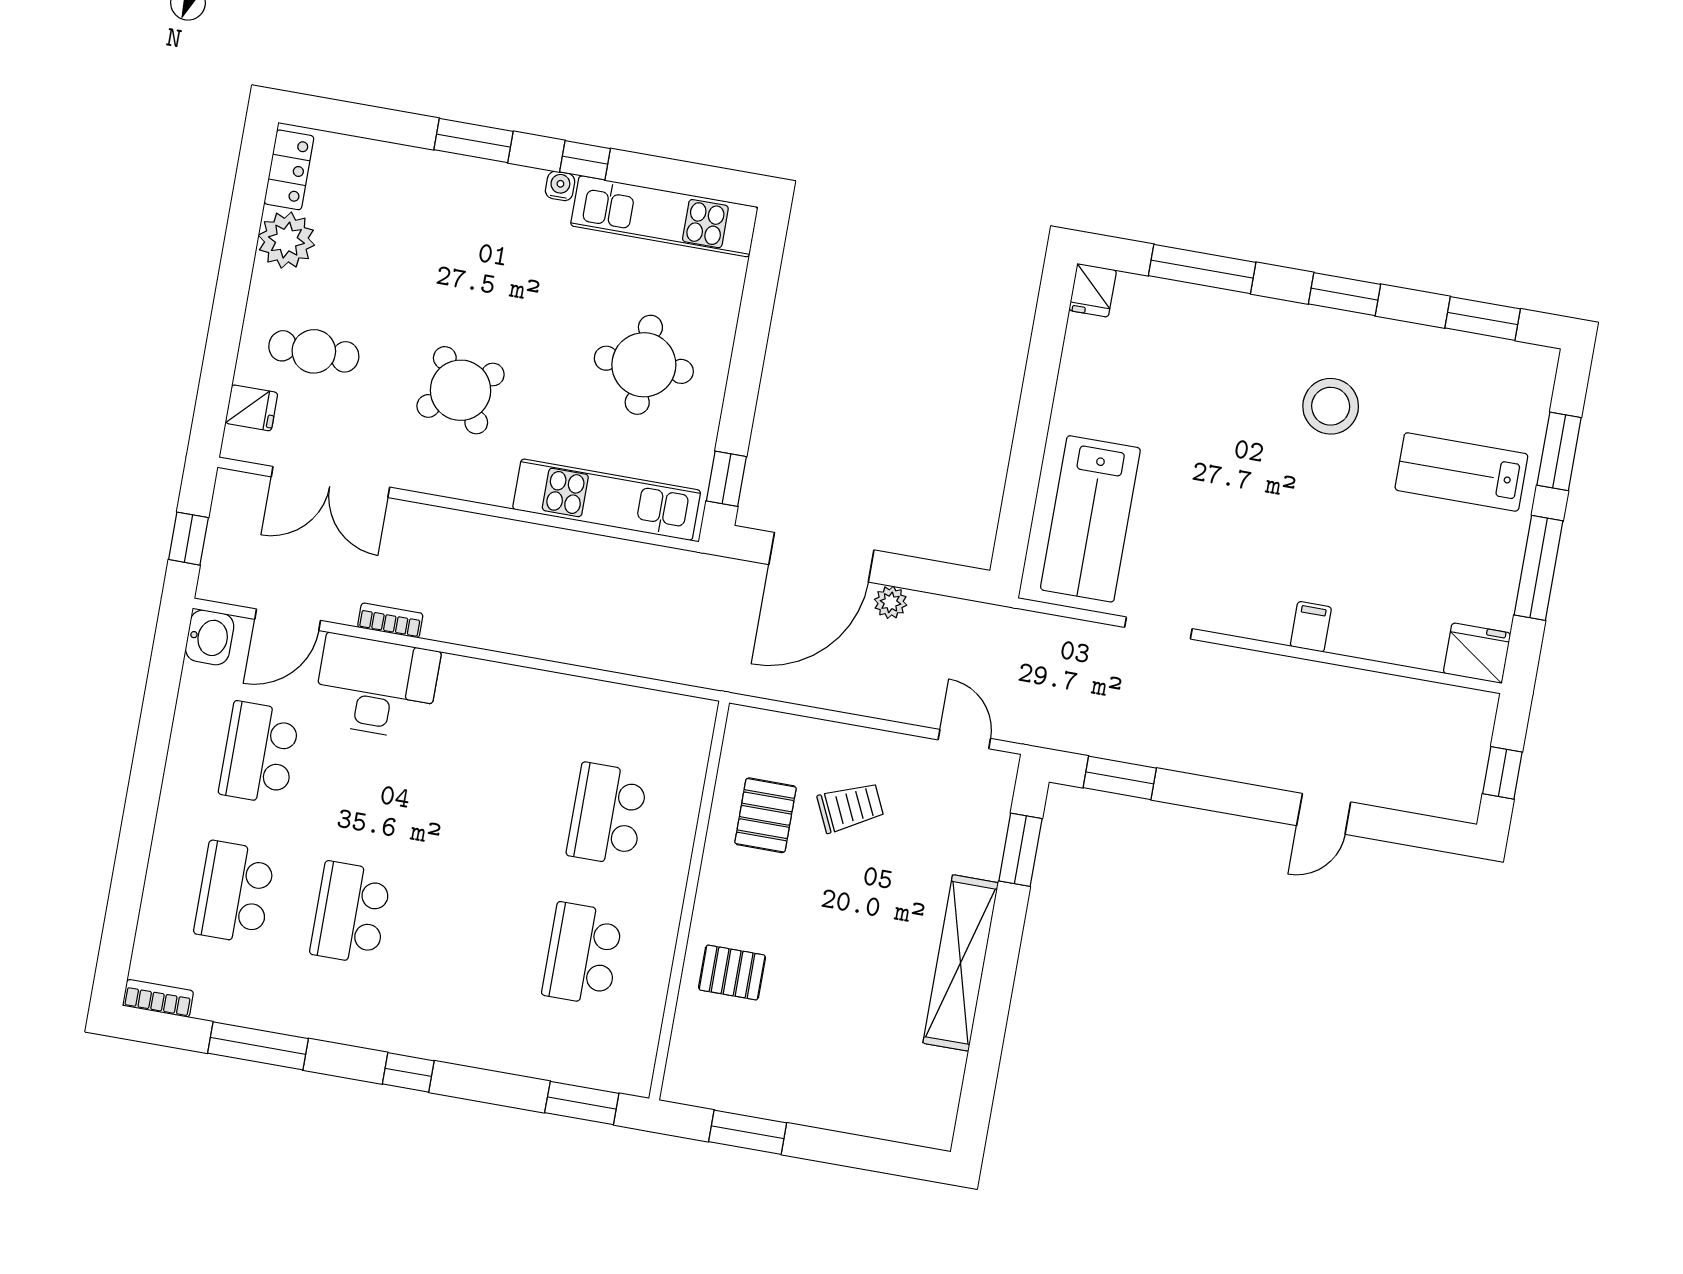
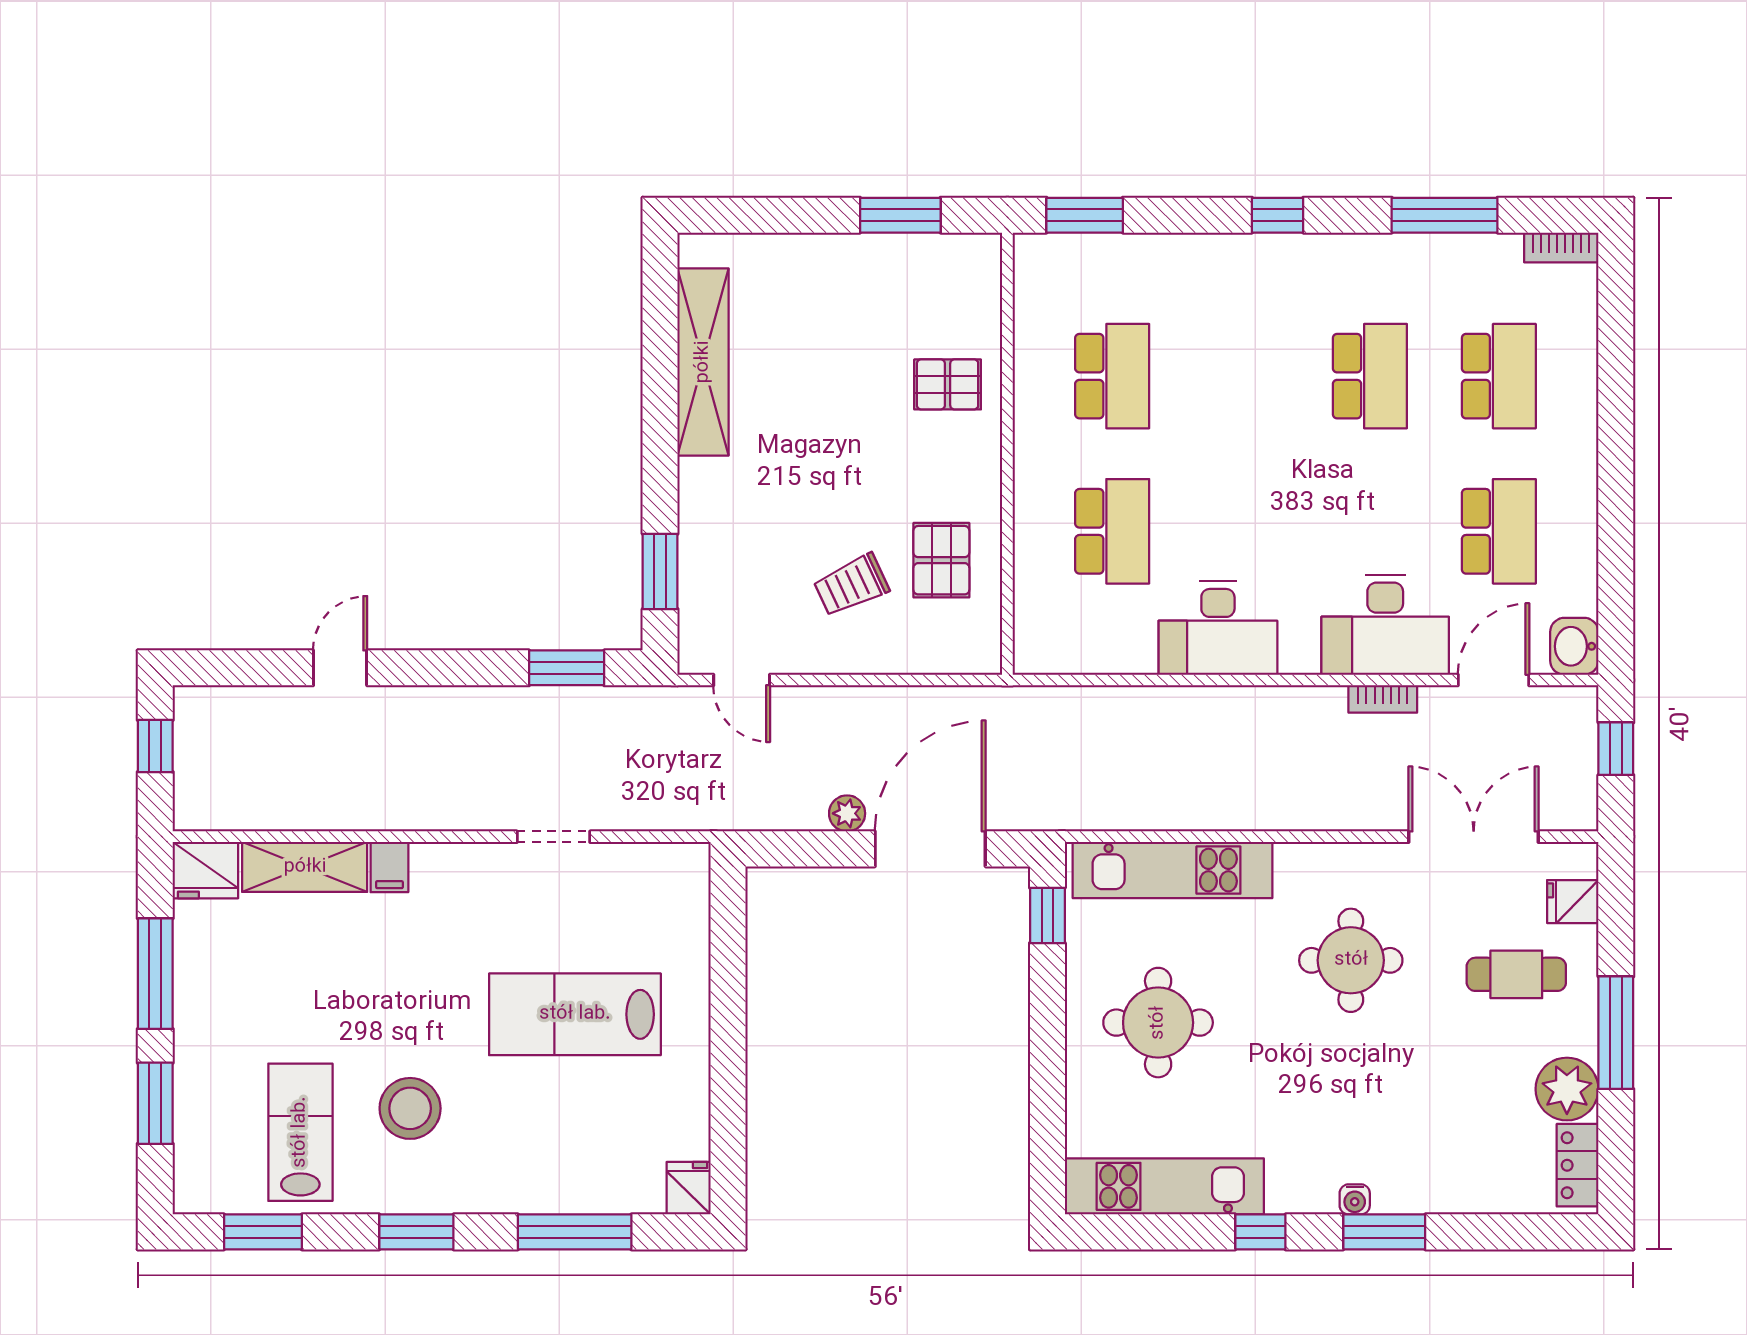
water cooler: (560, 186) -> (1355, 1199), moved
window: (234, 283) -> (1616, 1033), added
round table: (461, 390) -> (1351, 960), turned 36
lab bench: (1461, 472) -> (300, 1132), moved, turned -90
lab bench: (1090, 519) -> (575, 1014), moved, turned -90
shelving: (1387, 640) -> (305, 867), added
desk: (527, 710) -> (1218, 628), added
shelving: (961, 963) -> (703, 362), moved

